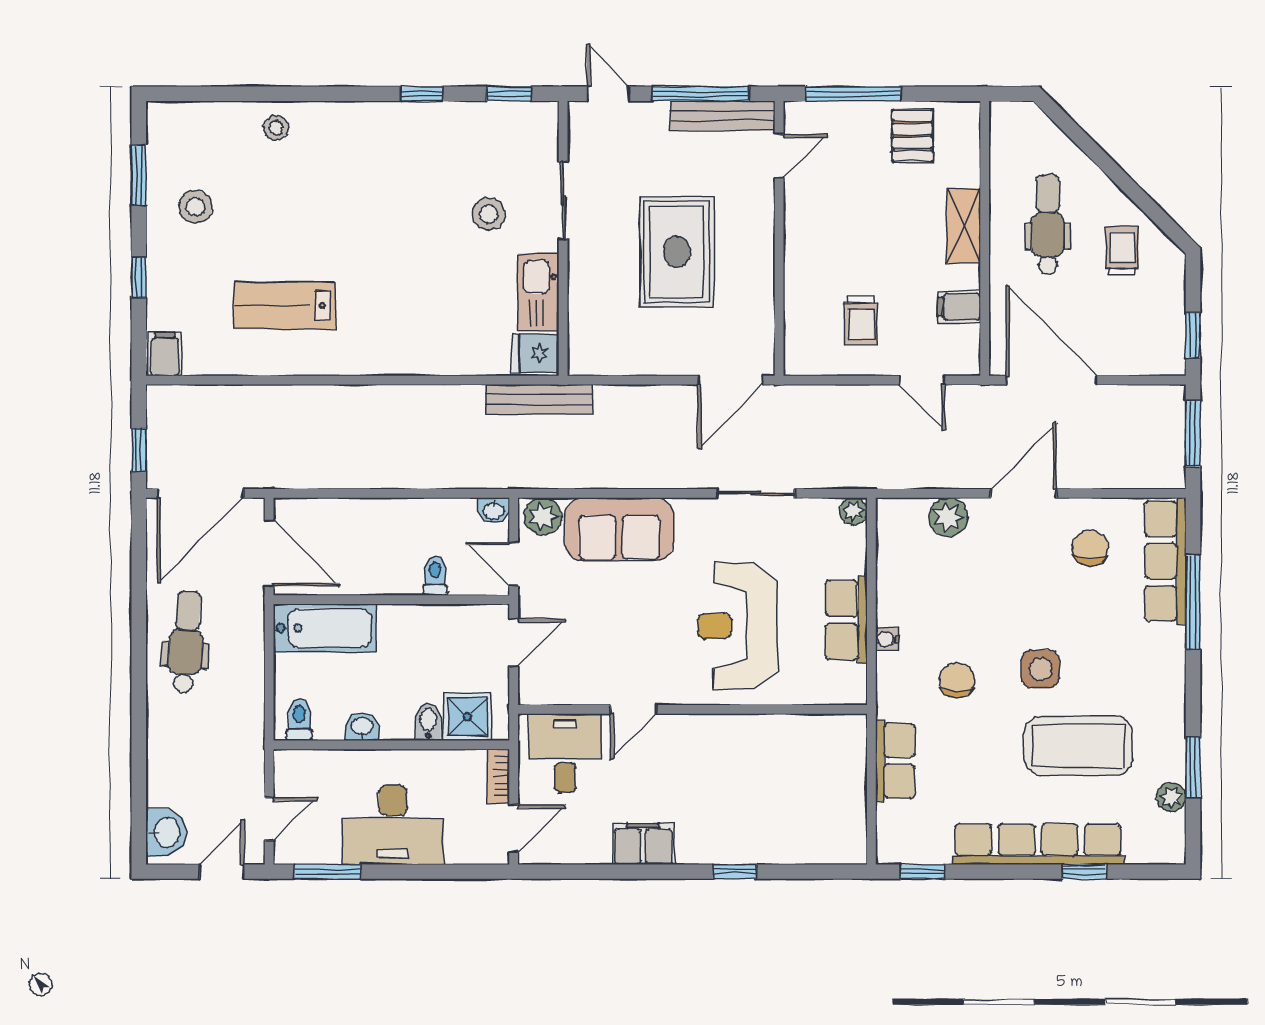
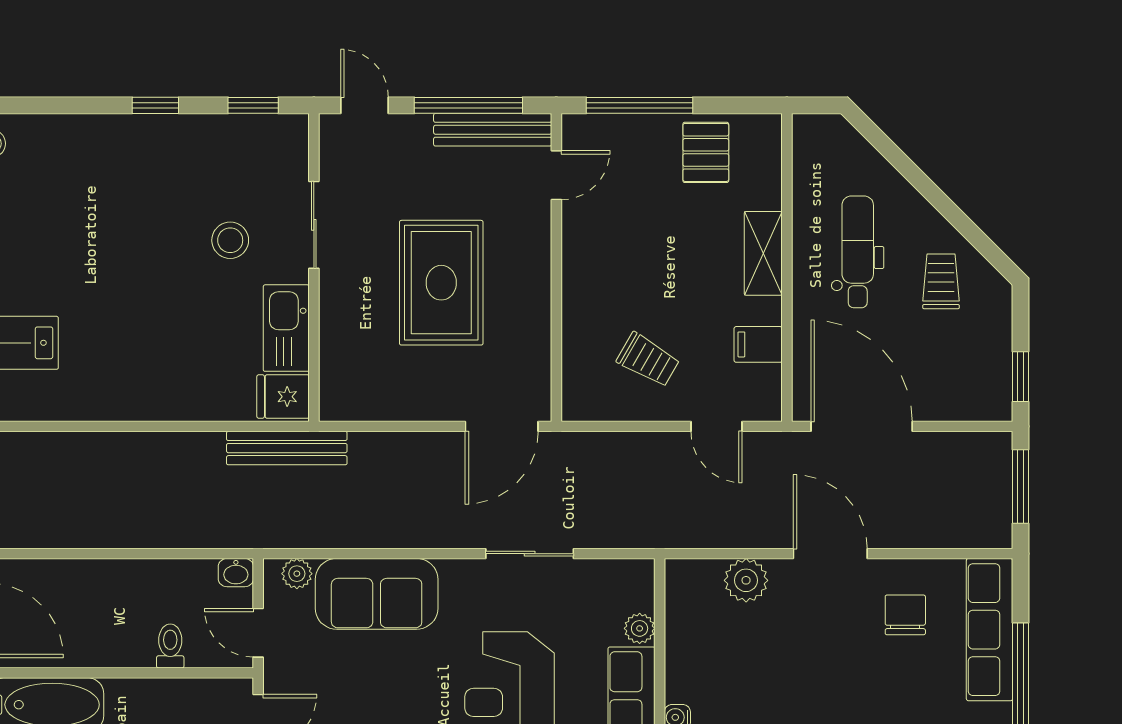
trolley: (861, 321) -> (648, 360), turned -60
door: (1023, 493) -> (830, 554), hinge flipped
plant: (853, 511) -> (640, 628), moved
plant: (543, 516) -> (297, 574), width x0.73, depth x0.73

